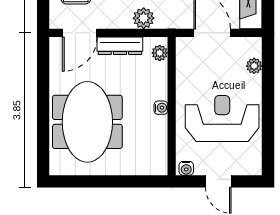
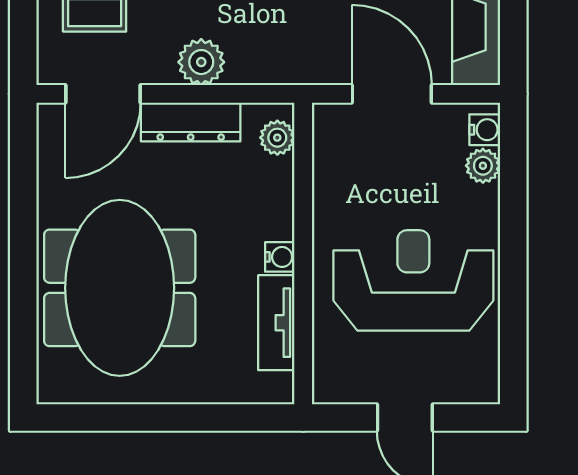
plant: (144, 18) -> (201, 62), moved
tv unit: (159, 138) -> (276, 323), added
water cooler: (186, 168) -> (485, 130), moved, turned -90

